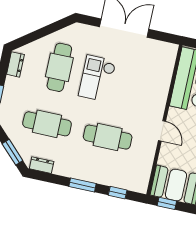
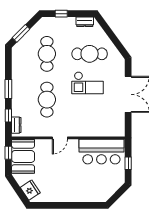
checkout: (97, 78) -> (88, 83), turned 180
dresser: (42, 165) -> (16, 125), moved

